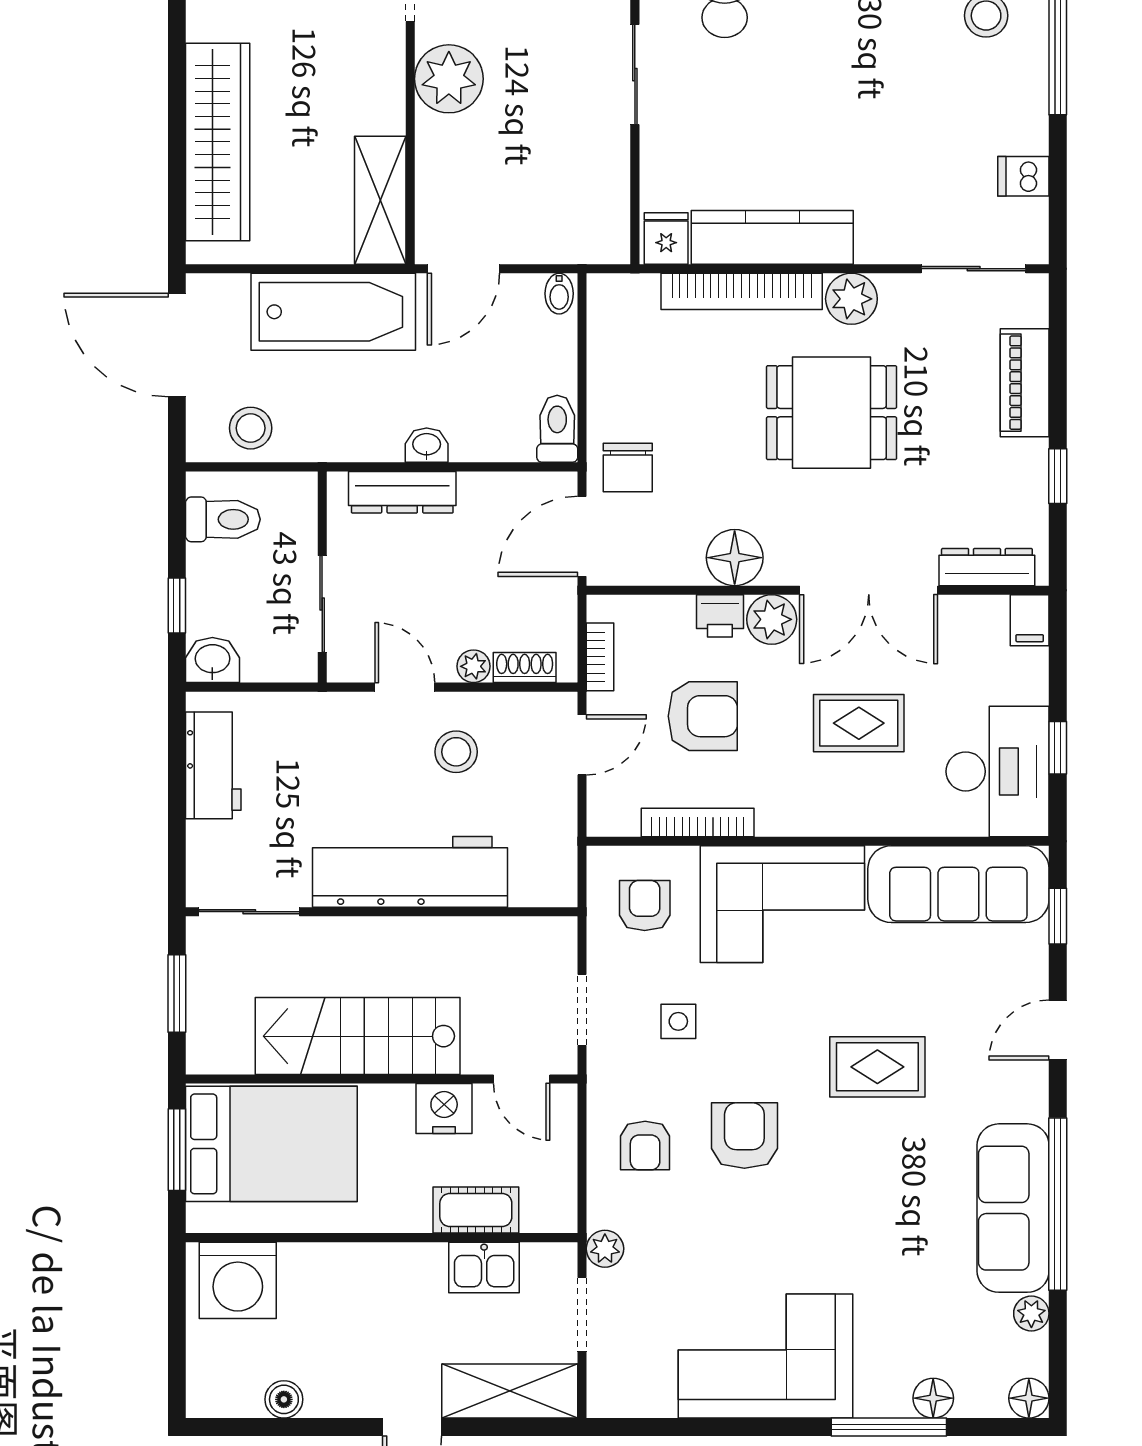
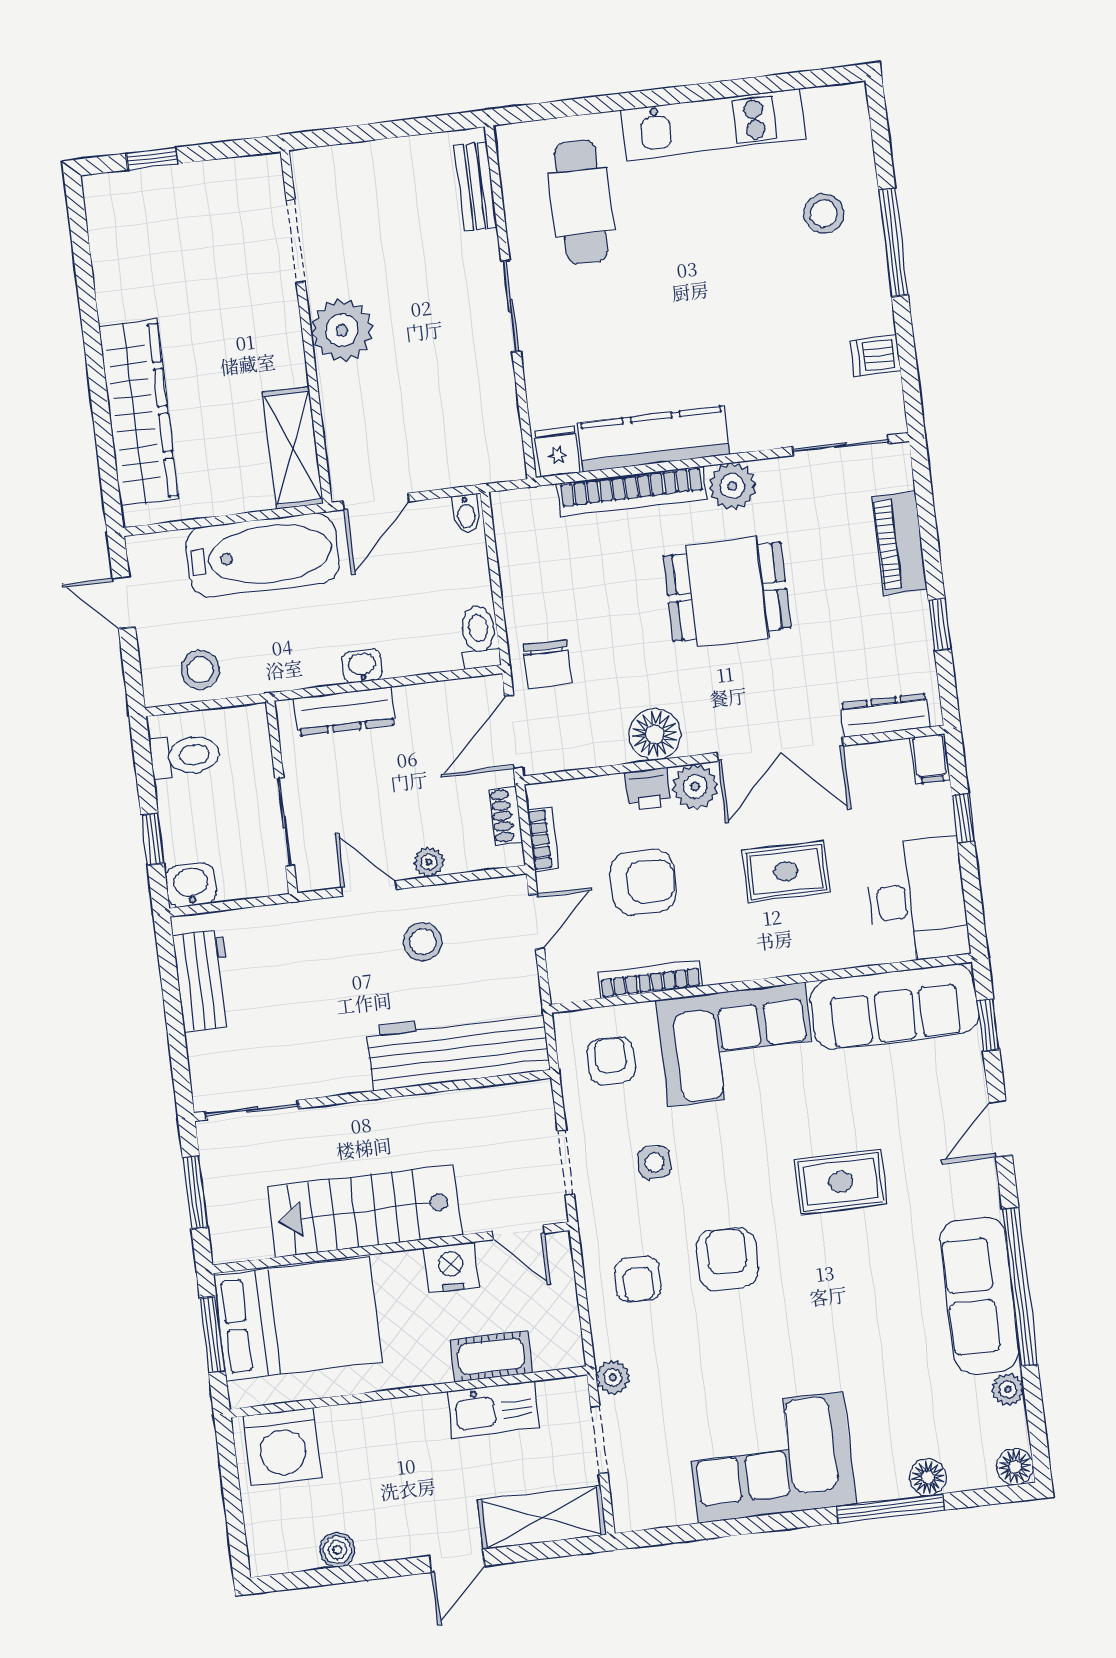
door: (177, 345) -> (124, 602), width x0.53
shoe rack: (525, 668) -> (506, 816), moved, turned -90
window: (1058, 748) -> (963, 818), moved
workbench: (410, 872) -> (458, 1048), moved
kitchen sink: (484, 1268) -> (493, 1409), width x1.38

